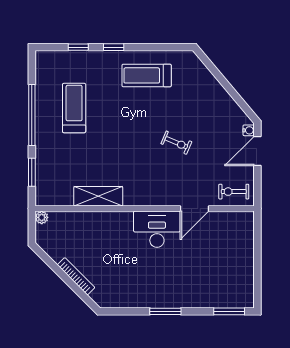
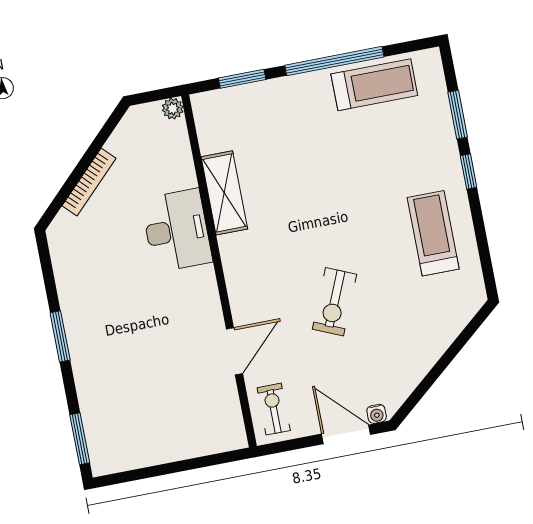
window: (78, 47) -> (458, 115), width x1.50
treadmill: (74, 108) -> (374, 85), moved
exercise bike: (176, 143) -> (335, 302), width x1.38, depth x1.39
door: (195, 208) -> (234, 351), swing flipped
desk: (157, 229) -> (177, 230), moved

